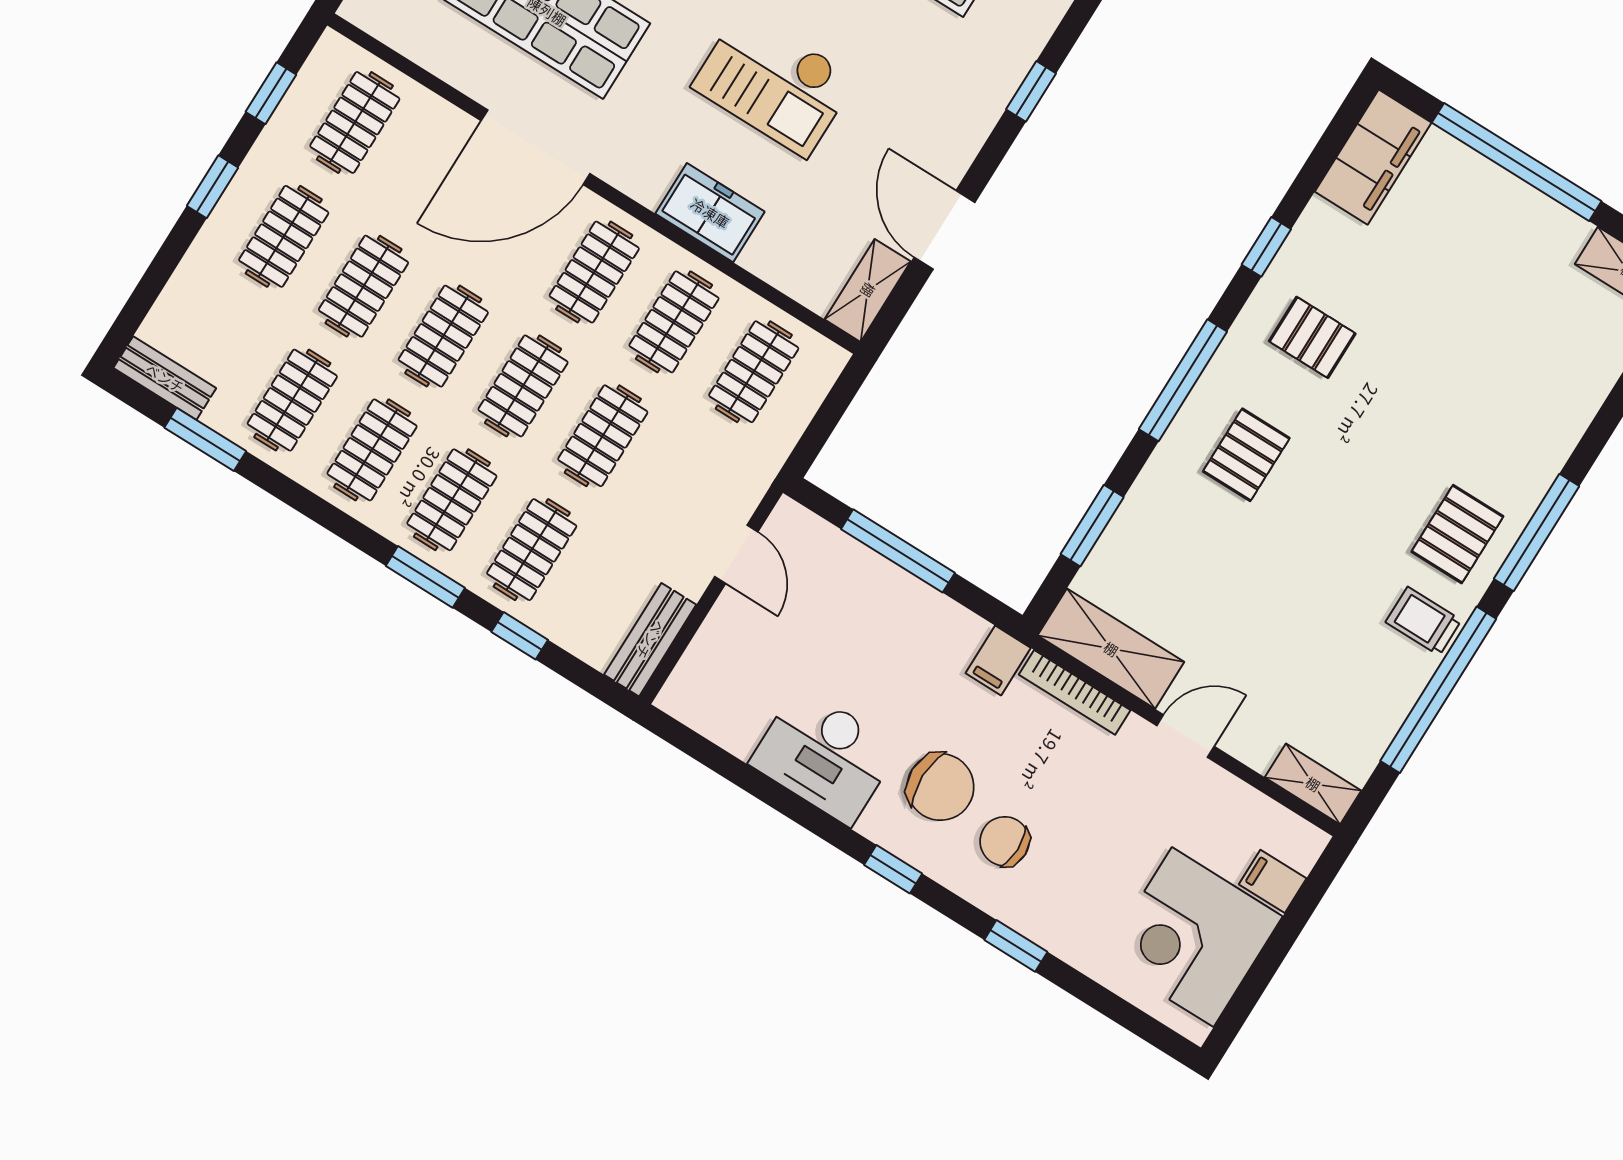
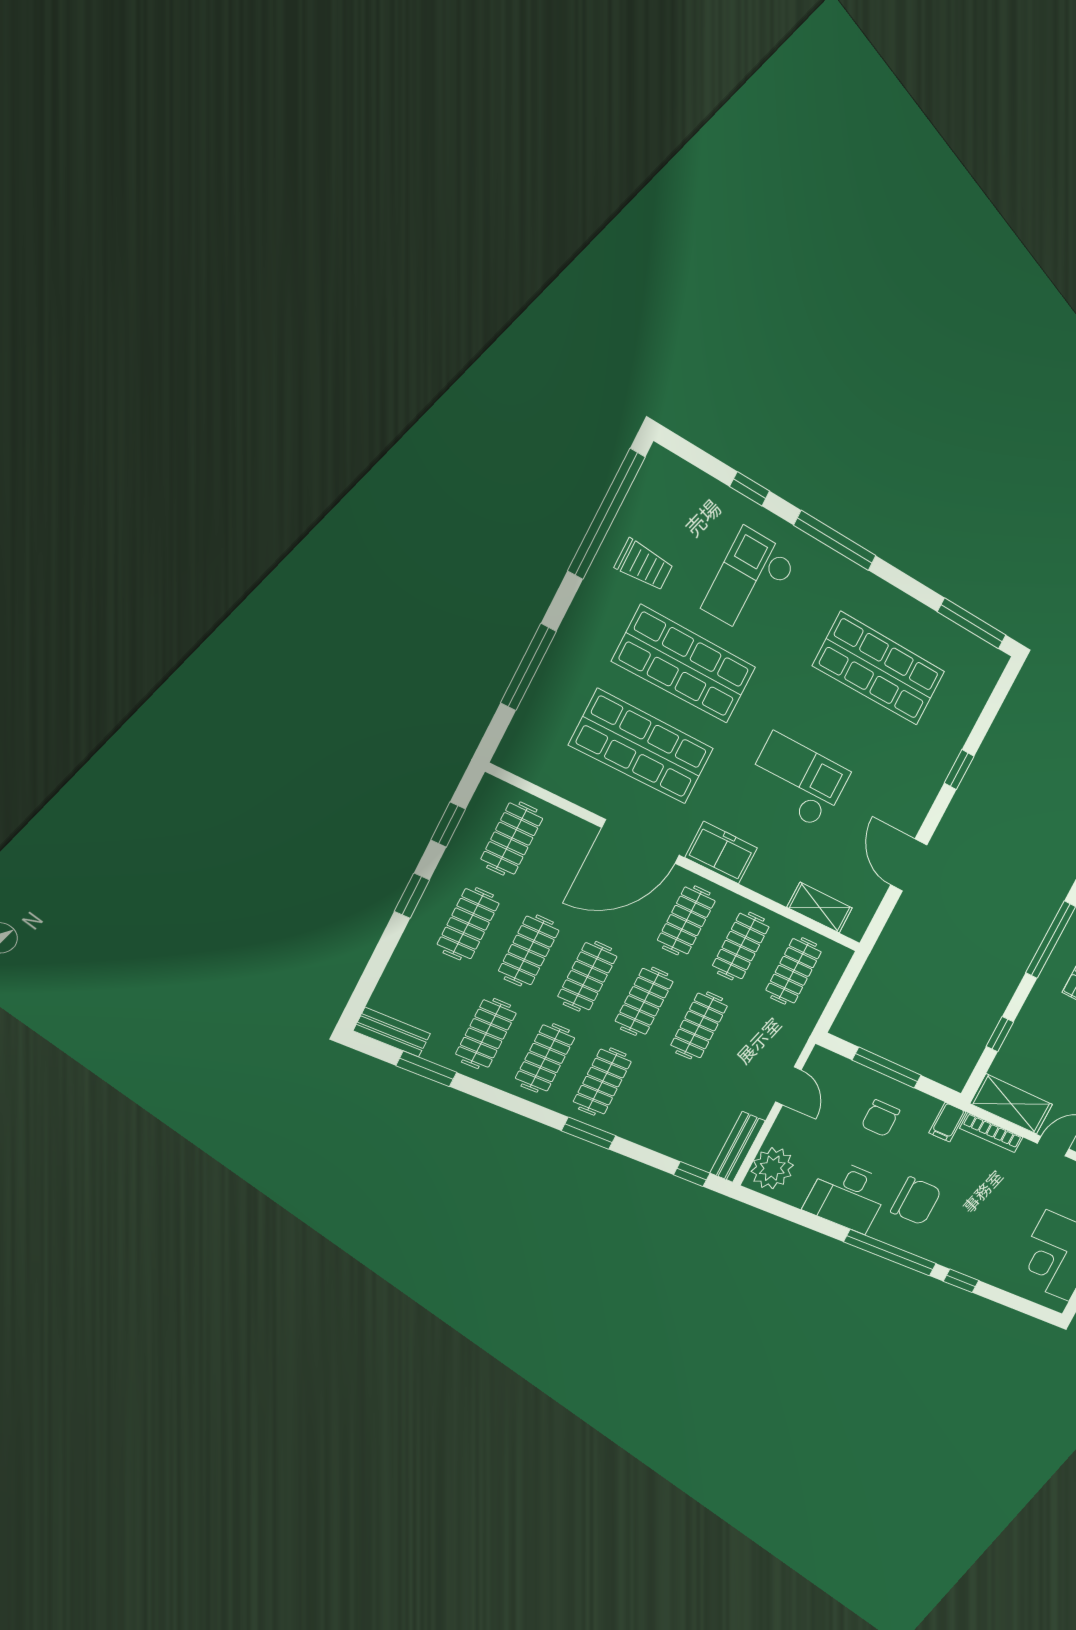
checkout: (774, 82) -> (797, 781), turned 180
freezer: (710, 213) -> (721, 853), moved
shelving: (868, 290) -> (820, 908), moved, turned 90
window: (1092, 526) -> (1000, 1034), width x0.67
clothes rail: (532, 550) -> (658, 1104), removed
window: (520, 636) -> (692, 1174), moved
plant: (703, 685) -> (772, 1168), added
chair: (1005, 841) -> (881, 1118), moved, turned -90
window: (893, 869) -> (890, 1253), width x3.17

